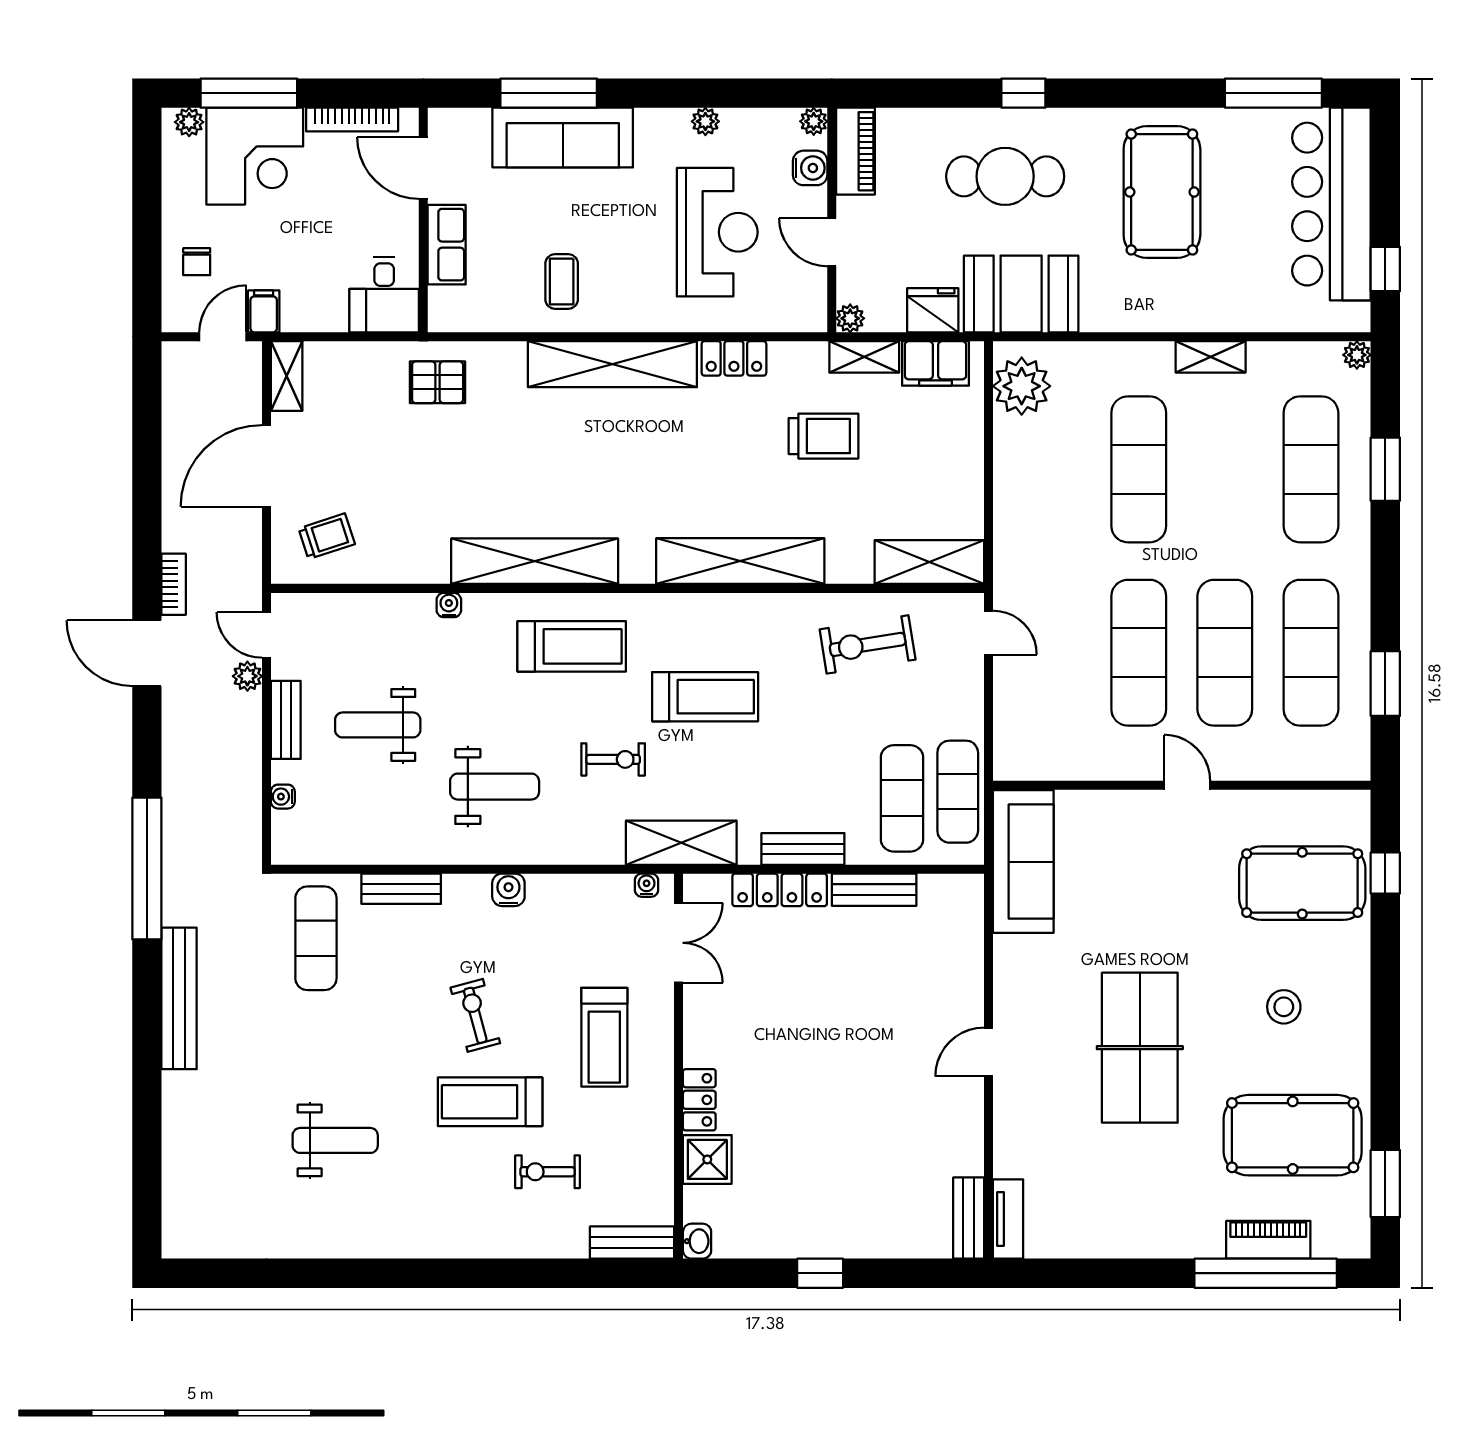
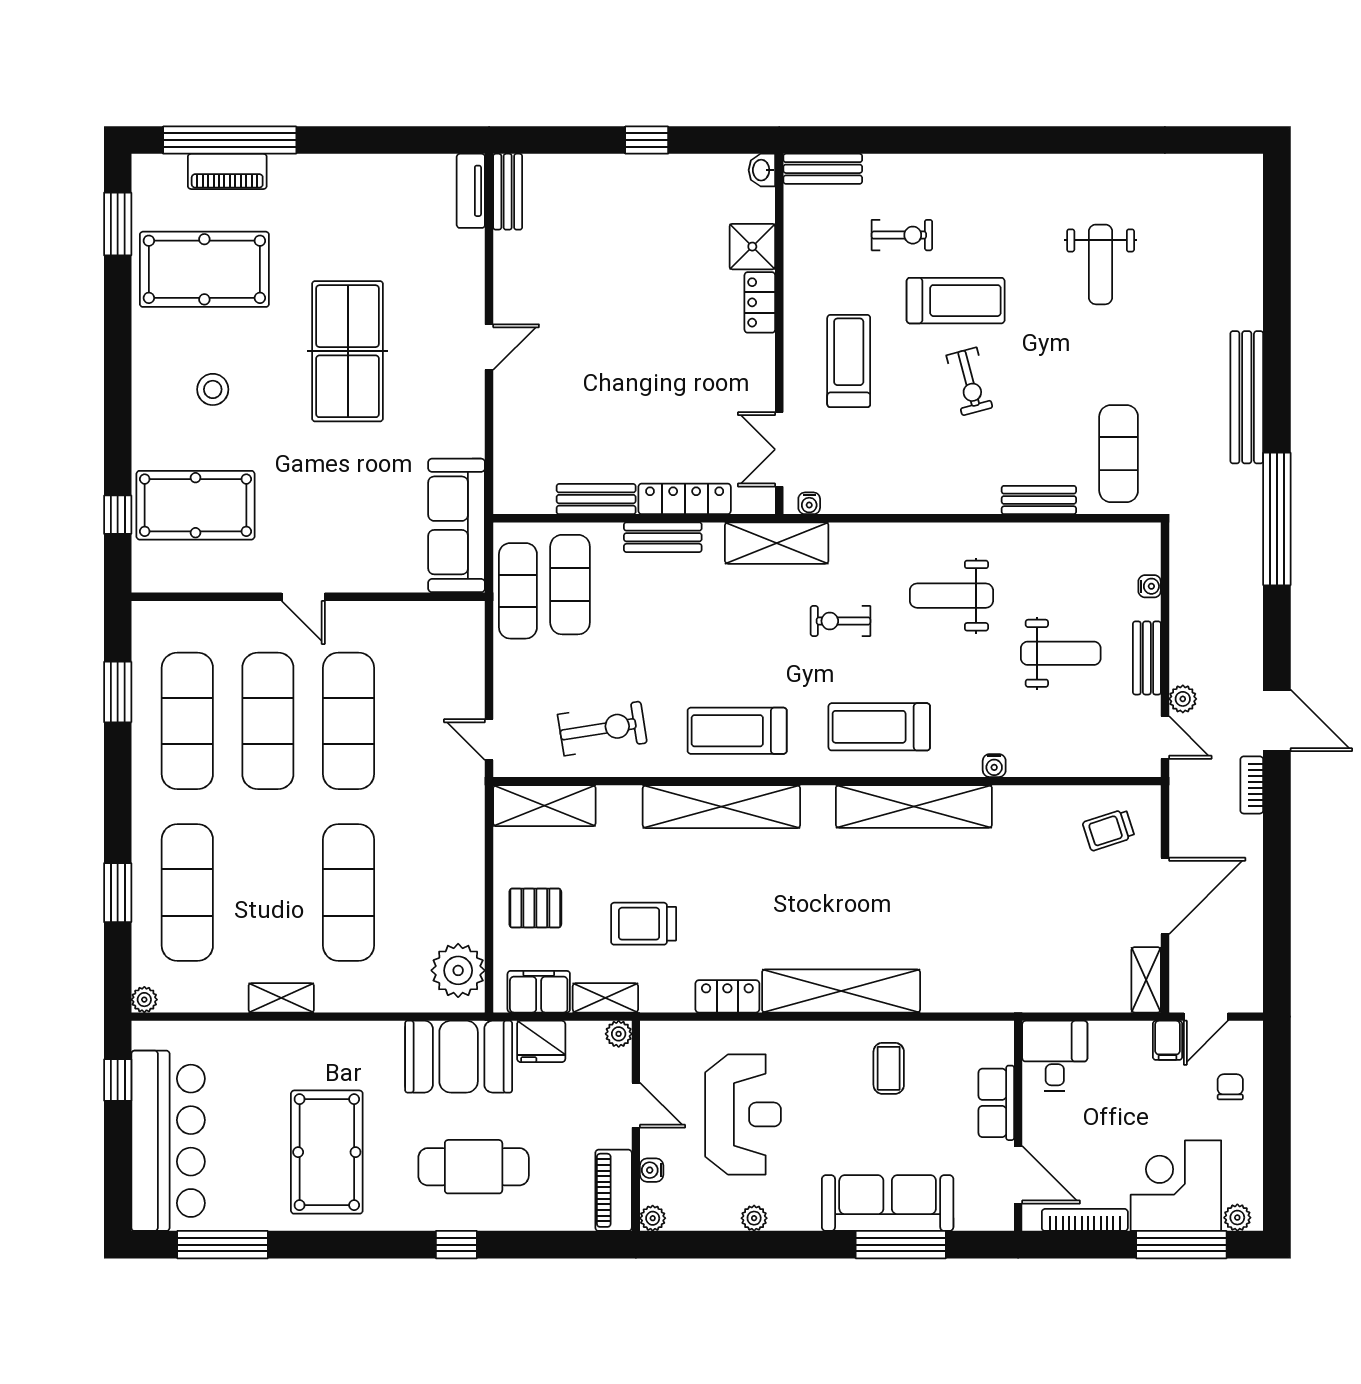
water cooler: (810, 168) -> (652, 1170), width x0.72, depth x0.72
reception desk: (717, 232) -> (743, 1114), turned 180
pallet: (438, 382) -> (535, 908), moved
treadmill: (705, 697) -> (737, 731), moved
water cooler: (508, 890) -> (938, 499), removed
weight bench: (335, 1140) -> (1101, 264), turned -90

